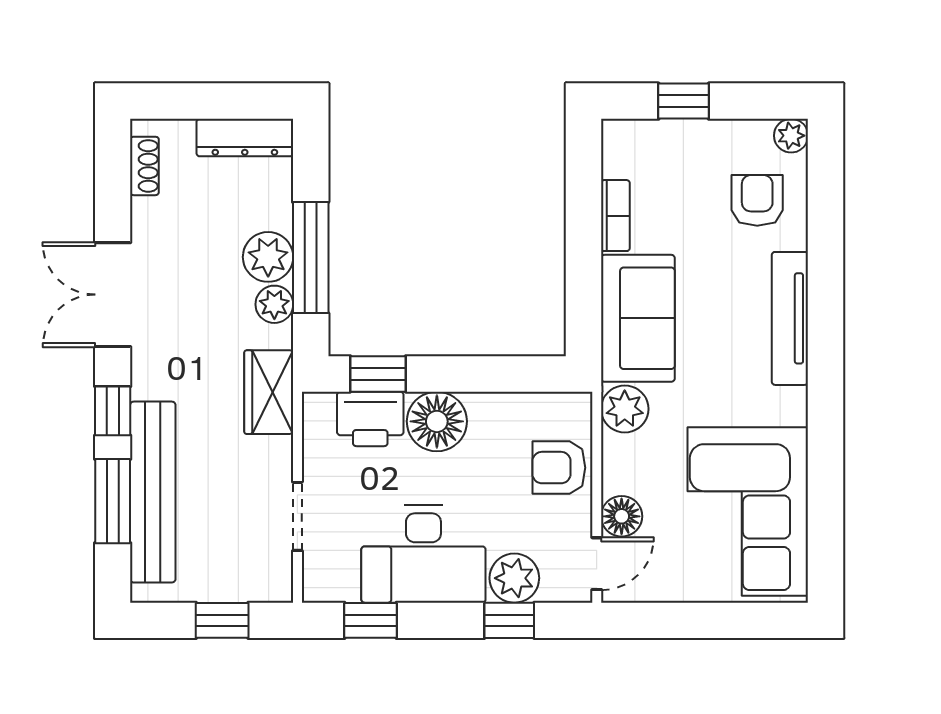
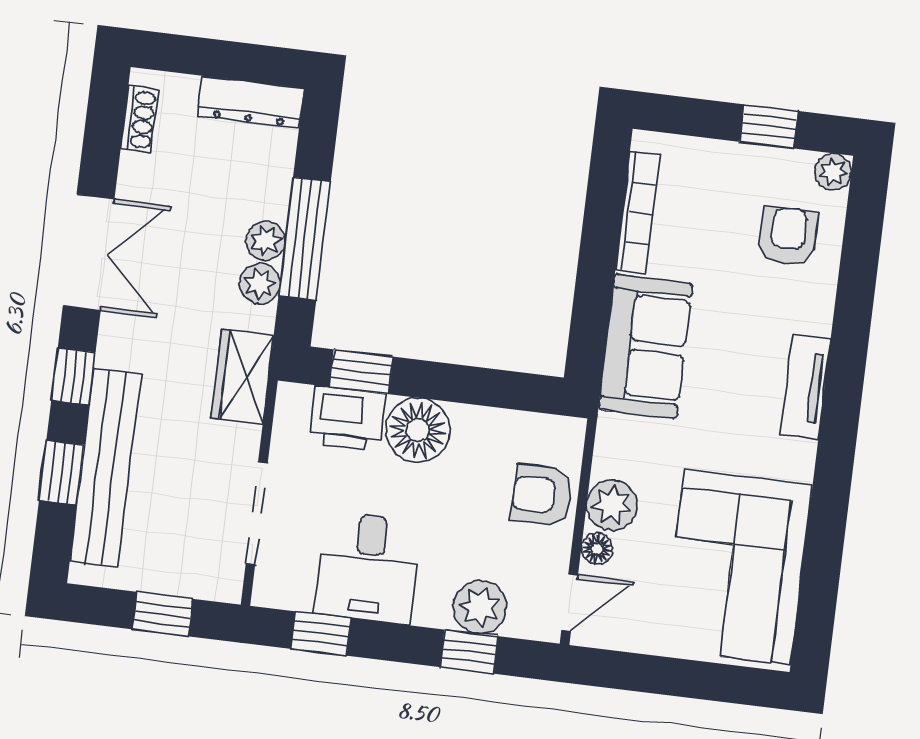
window: (684, 101) -> (769, 126), moved
bookcase: (615, 216) -> (638, 212), width x1.56
plant: (268, 257) -> (266, 241), width x0.73, depth x0.73
double door: (113, 295) -> (89, 252), swing flipped
tv unit: (790, 318) -> (805, 387), width x0.71
plant: (625, 409) -> (612, 505), moved
window: (113, 501) -> (62, 473), width x0.67
doorway: (297, 516) -> (257, 513), width x1.38
floor lamp: (622, 516) -> (597, 549), width x0.73, depth x0.73
desk: (423, 554) -> (368, 568), width x0.73

